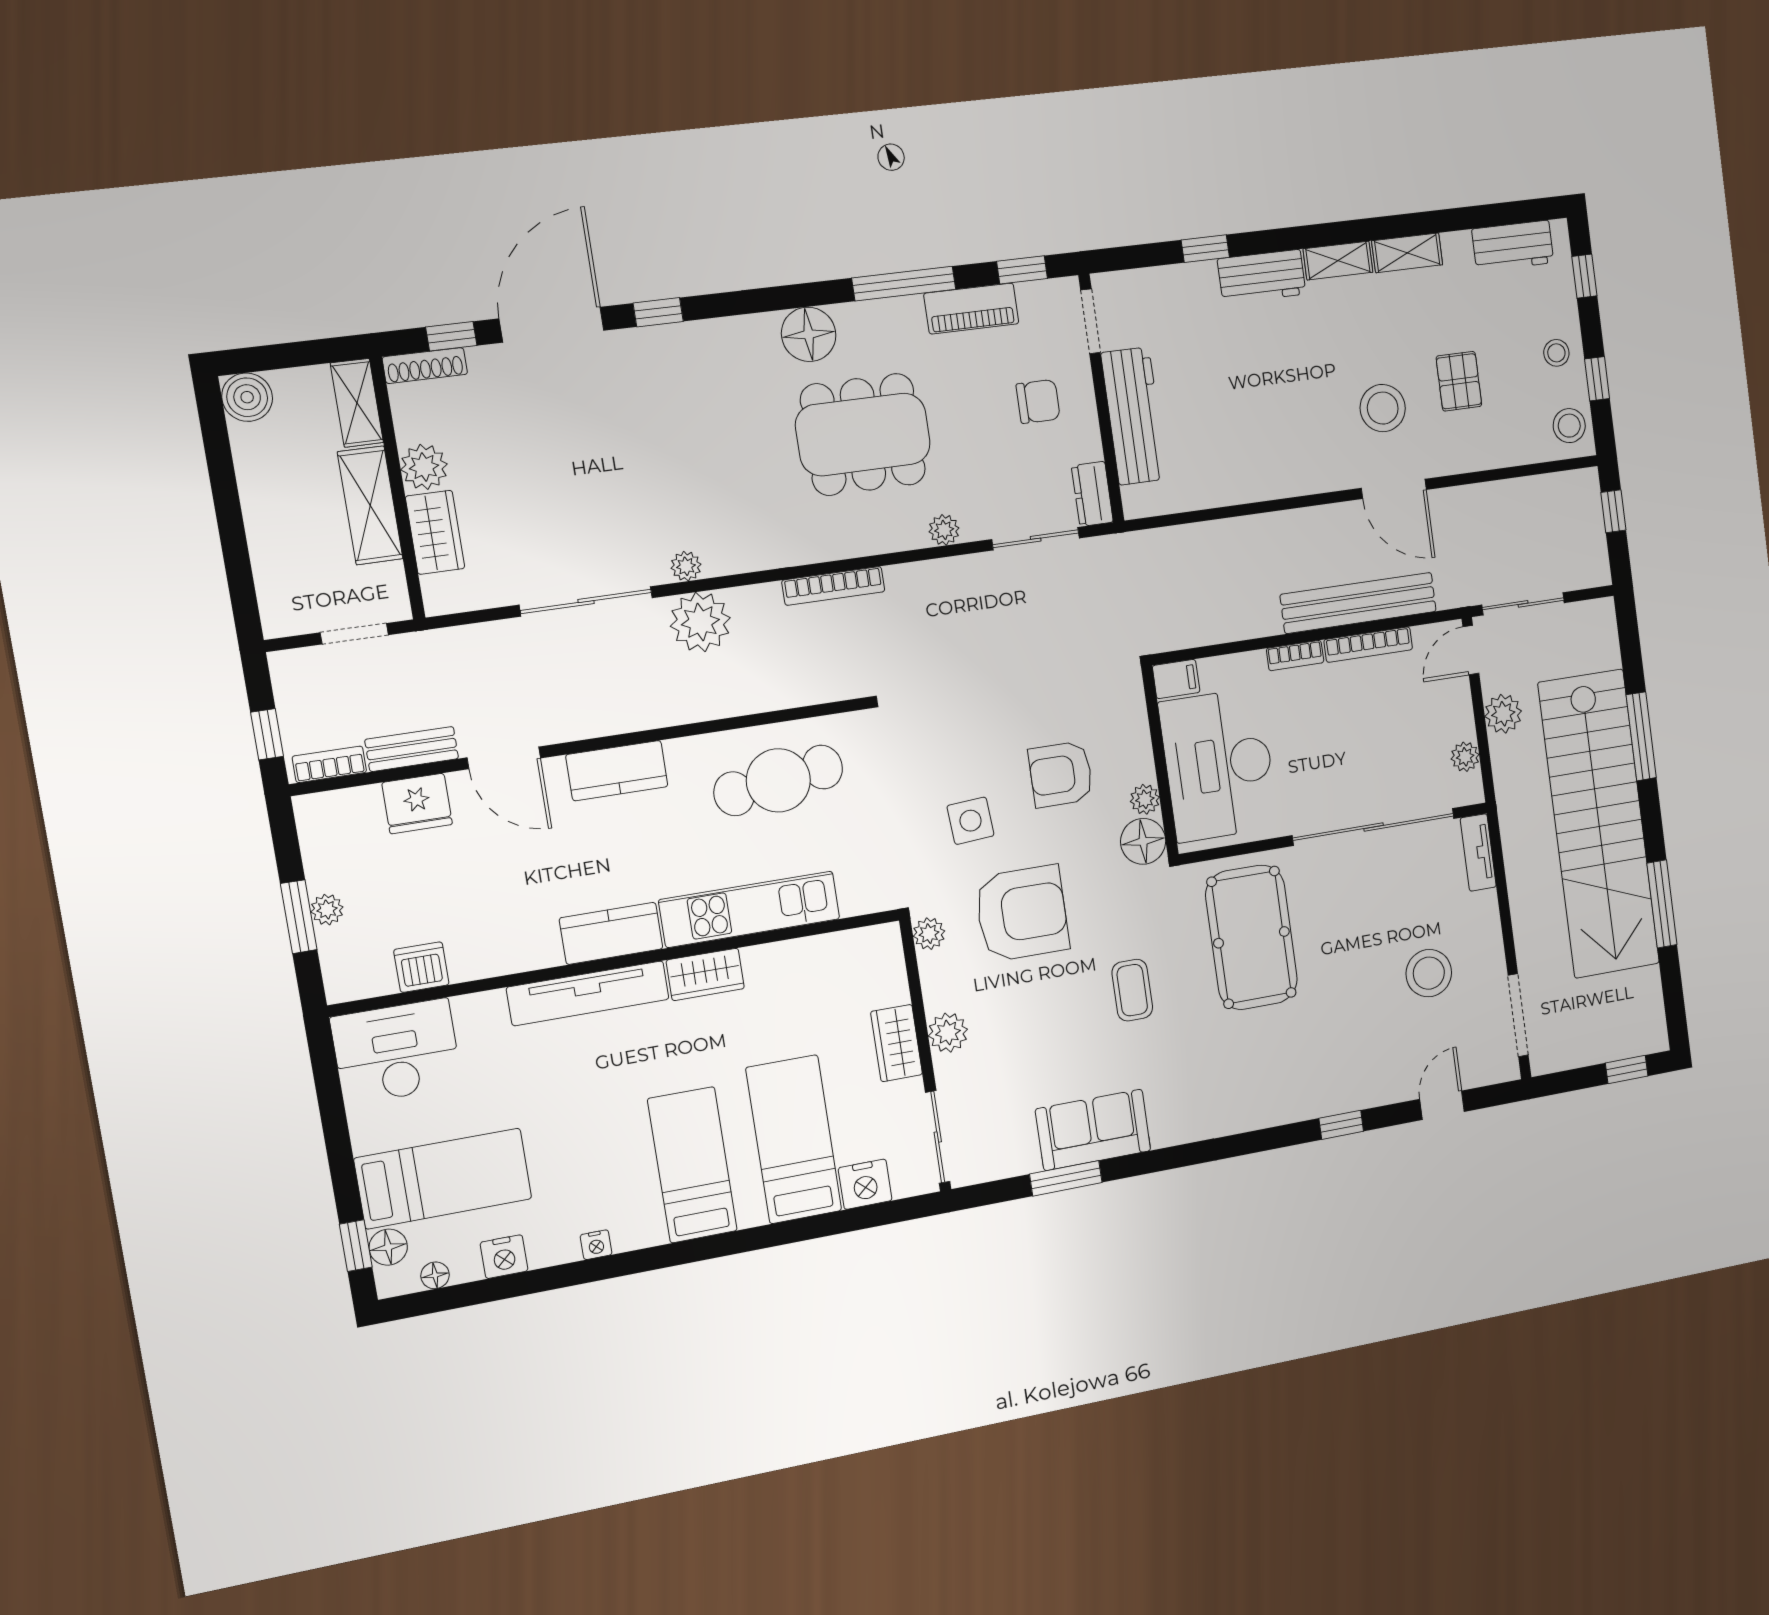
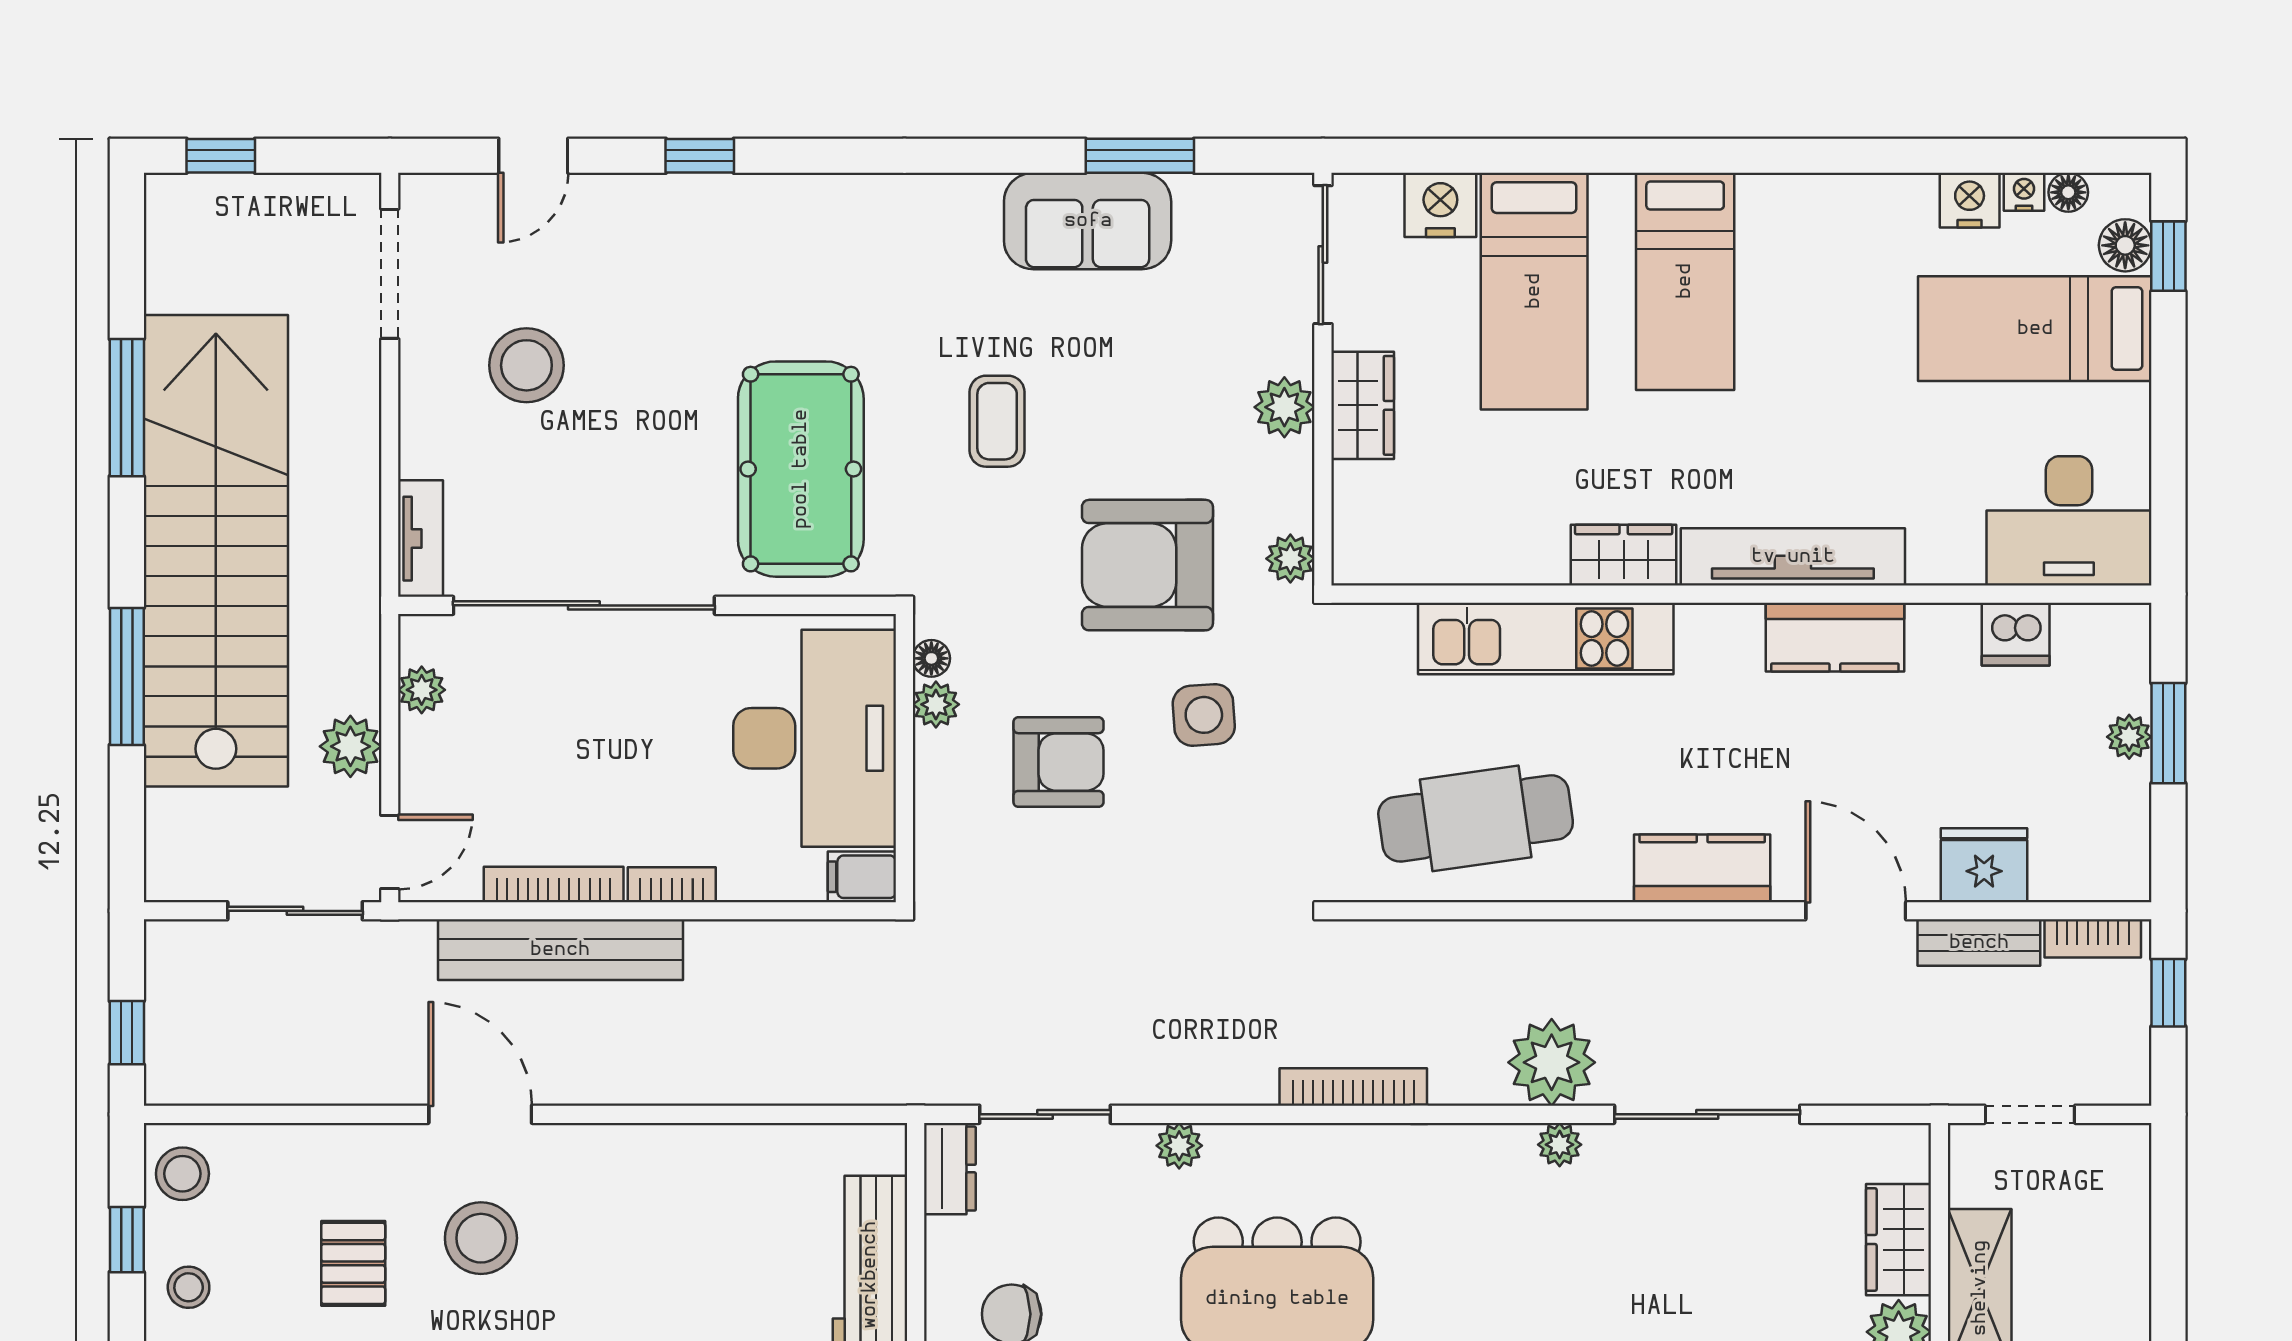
floor lamp: (1143, 841) -> (931, 658), width x0.53, depth x0.53
kitchen counter: (611, 933) -> (1835, 637), moved
nightstand: (596, 1245) -> (2024, 192), moved

